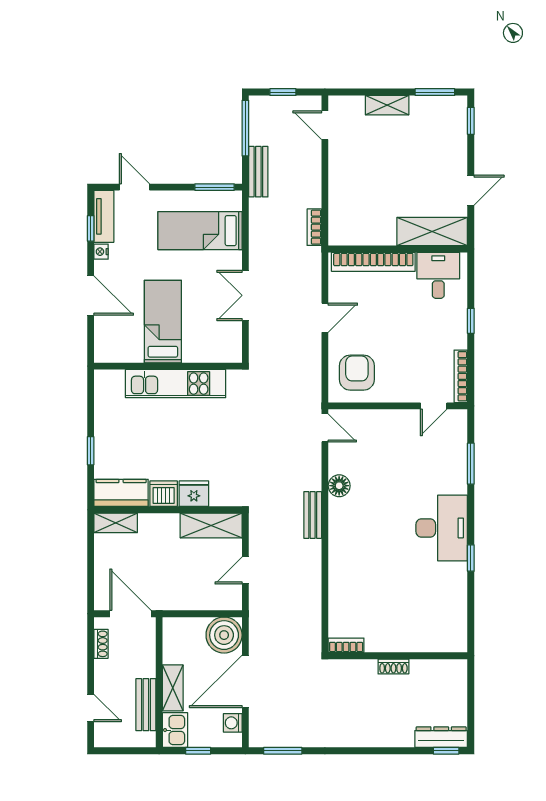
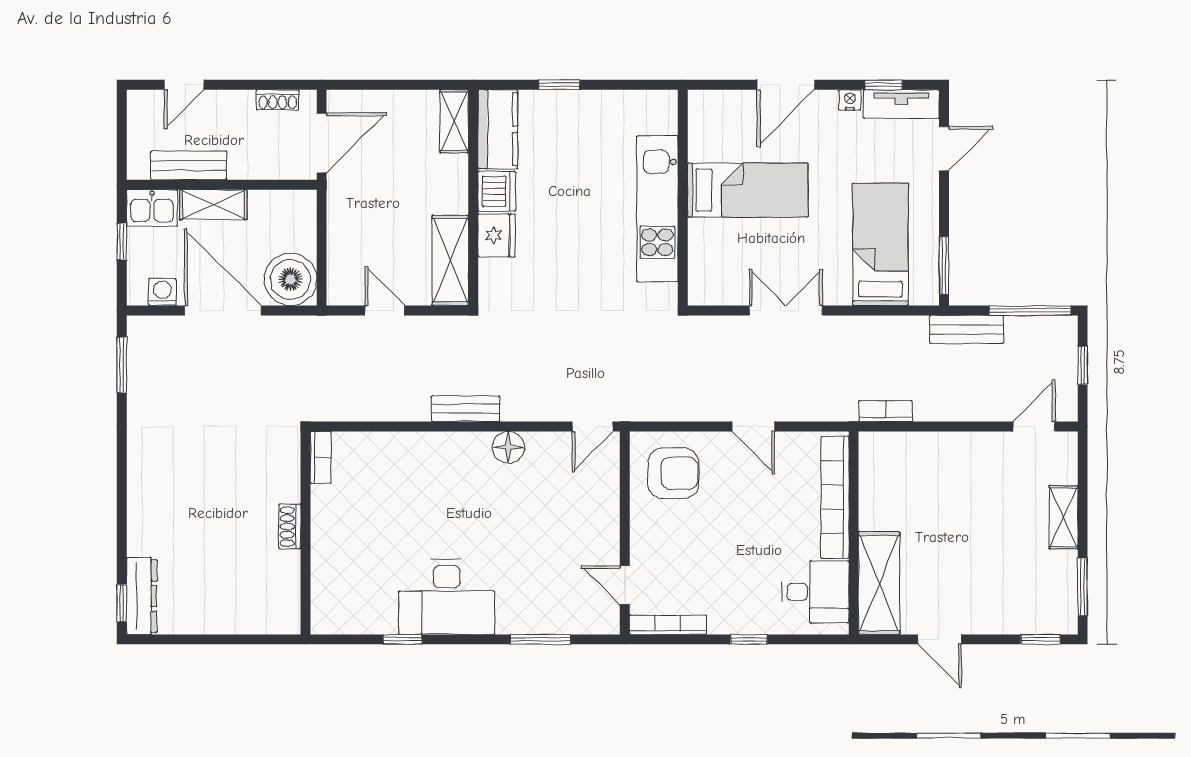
bookcase: (346, 645) -> (321, 457), moved
wall: (398, 656) -> (305, 533), moved
shoe rack: (393, 666) -> (290, 527), moved

